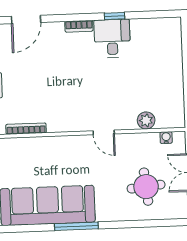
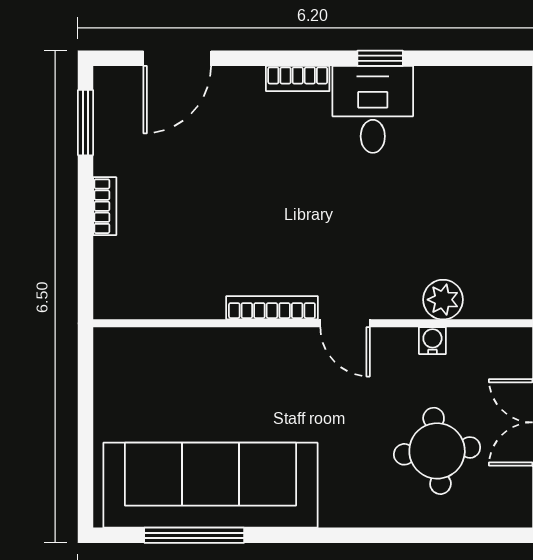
bookcase: (26, 129) -> (272, 308), moved
water cooler: (166, 138) -> (432, 341), moved
window: (76, 226) -> (194, 535), moved

